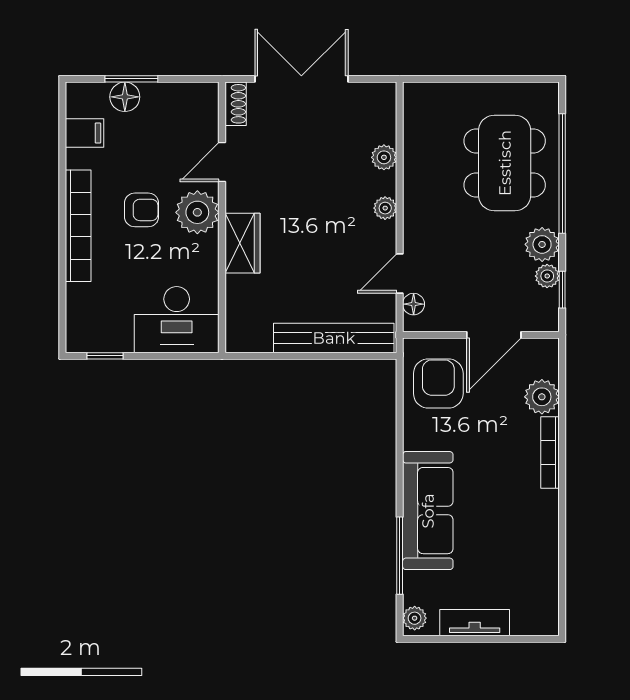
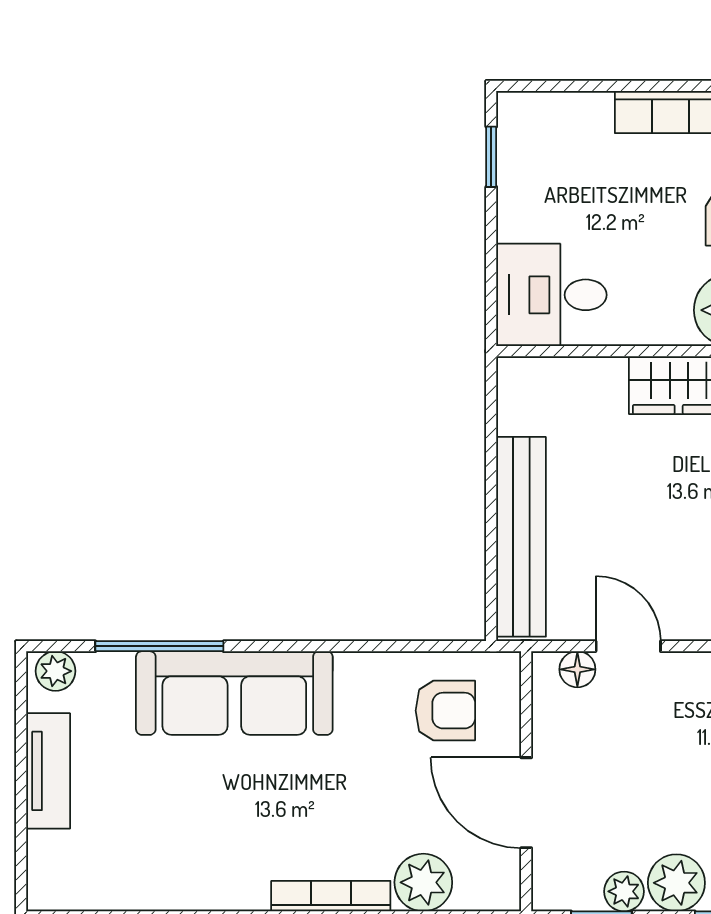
desk: (177, 320) -> (551, 295), width x0.73
armchair: (438, 384) -> (445, 711), width x0.72, depth x0.72

